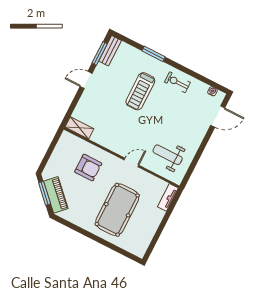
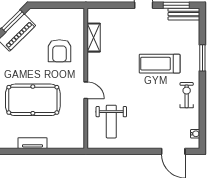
shelving: (79, 128) -> (94, 38), moved
weight bench: (168, 155) -> (111, 122), turned 180
tv unit: (168, 197) -> (32, 143), moved

